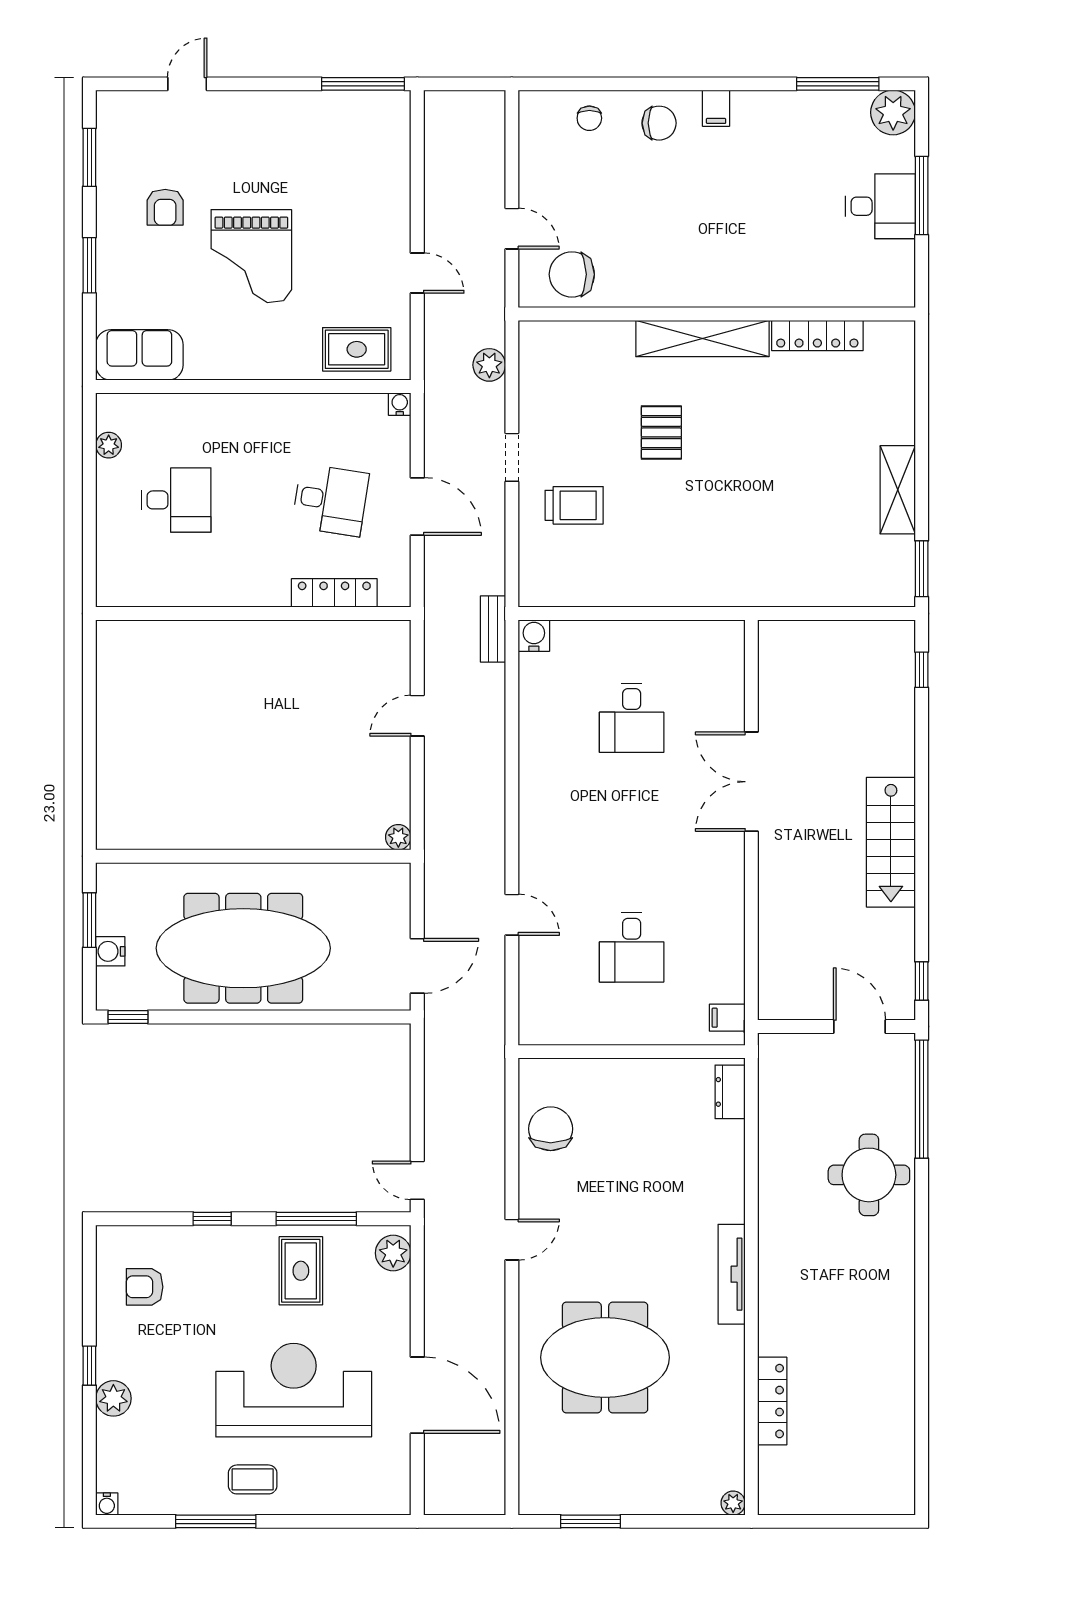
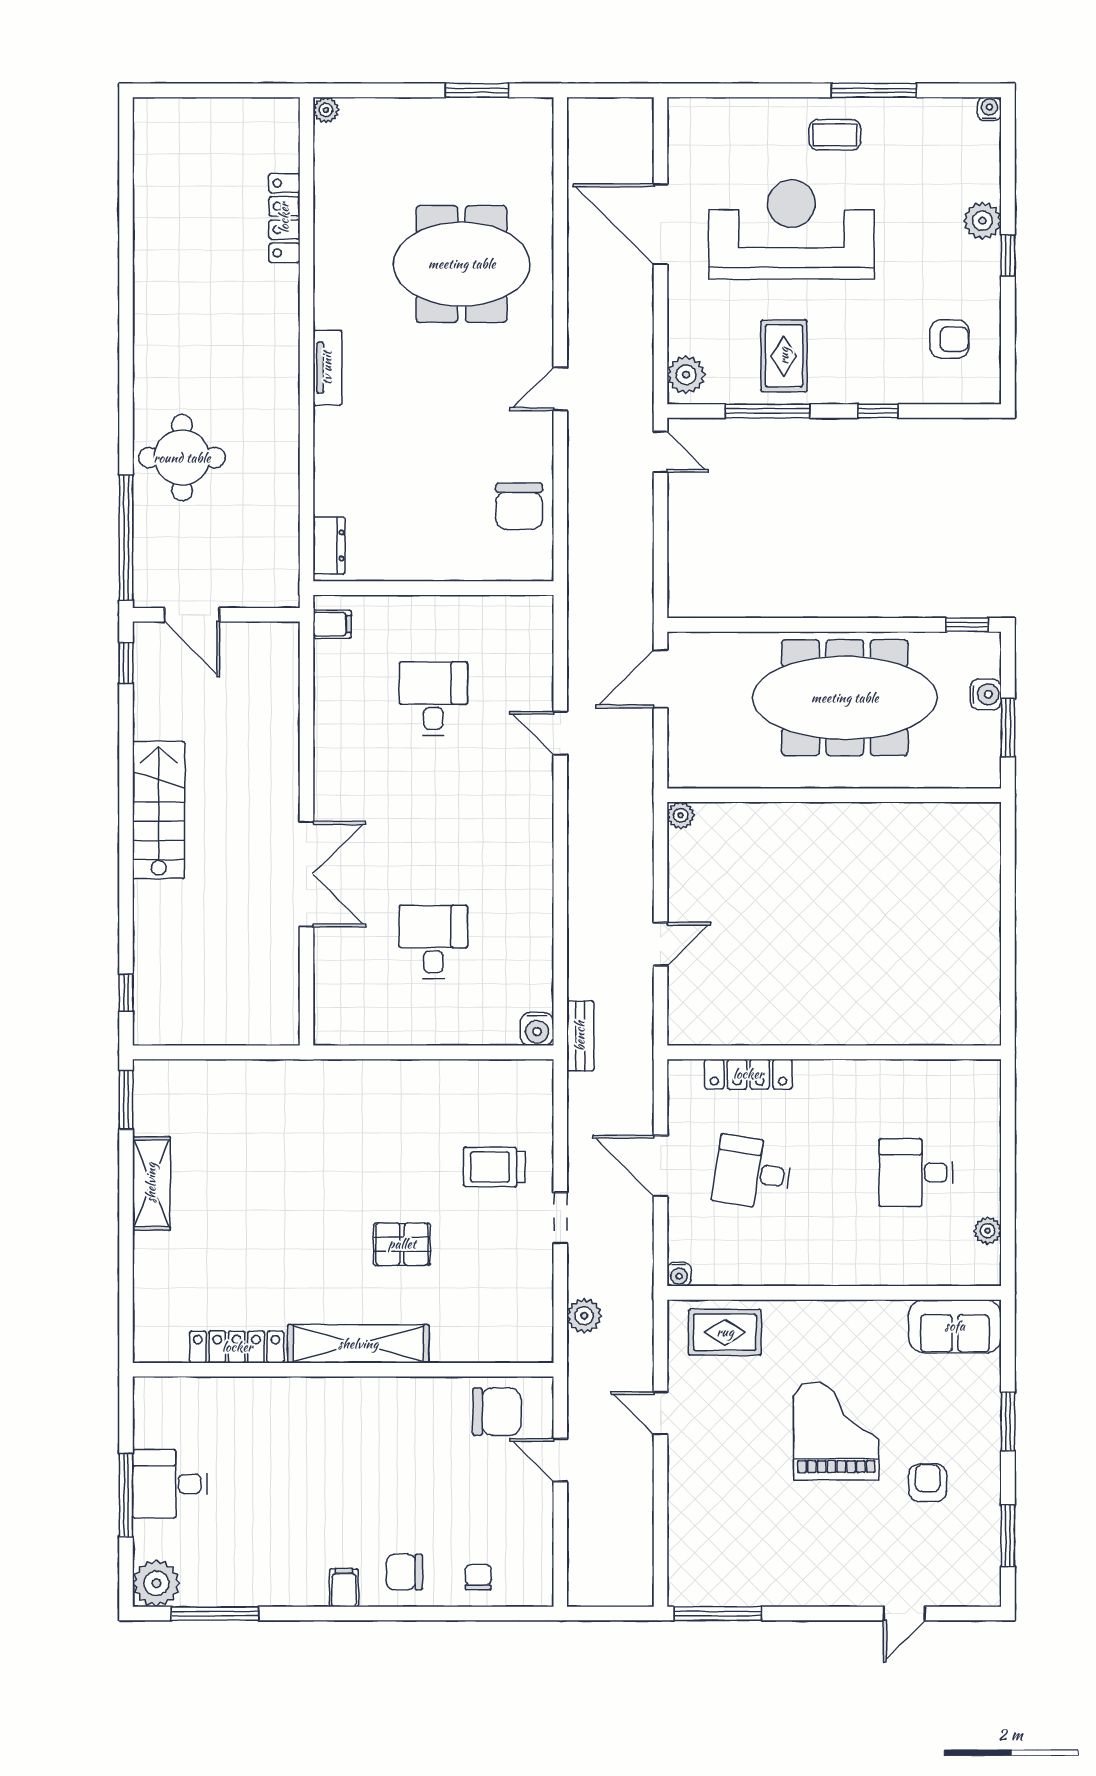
pallet: (661, 432) -> (402, 1244), turned 90
tv unit: (732, 1274) -> (327, 368), width x0.71
reception desk: (294, 1390) -> (791, 230), turned 180

